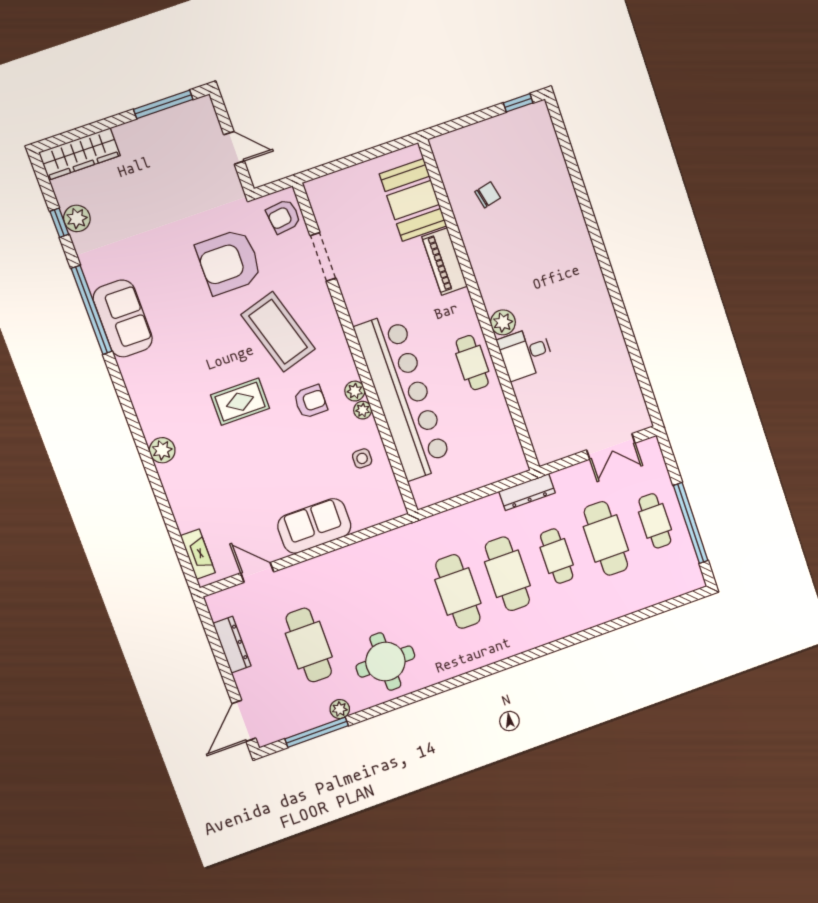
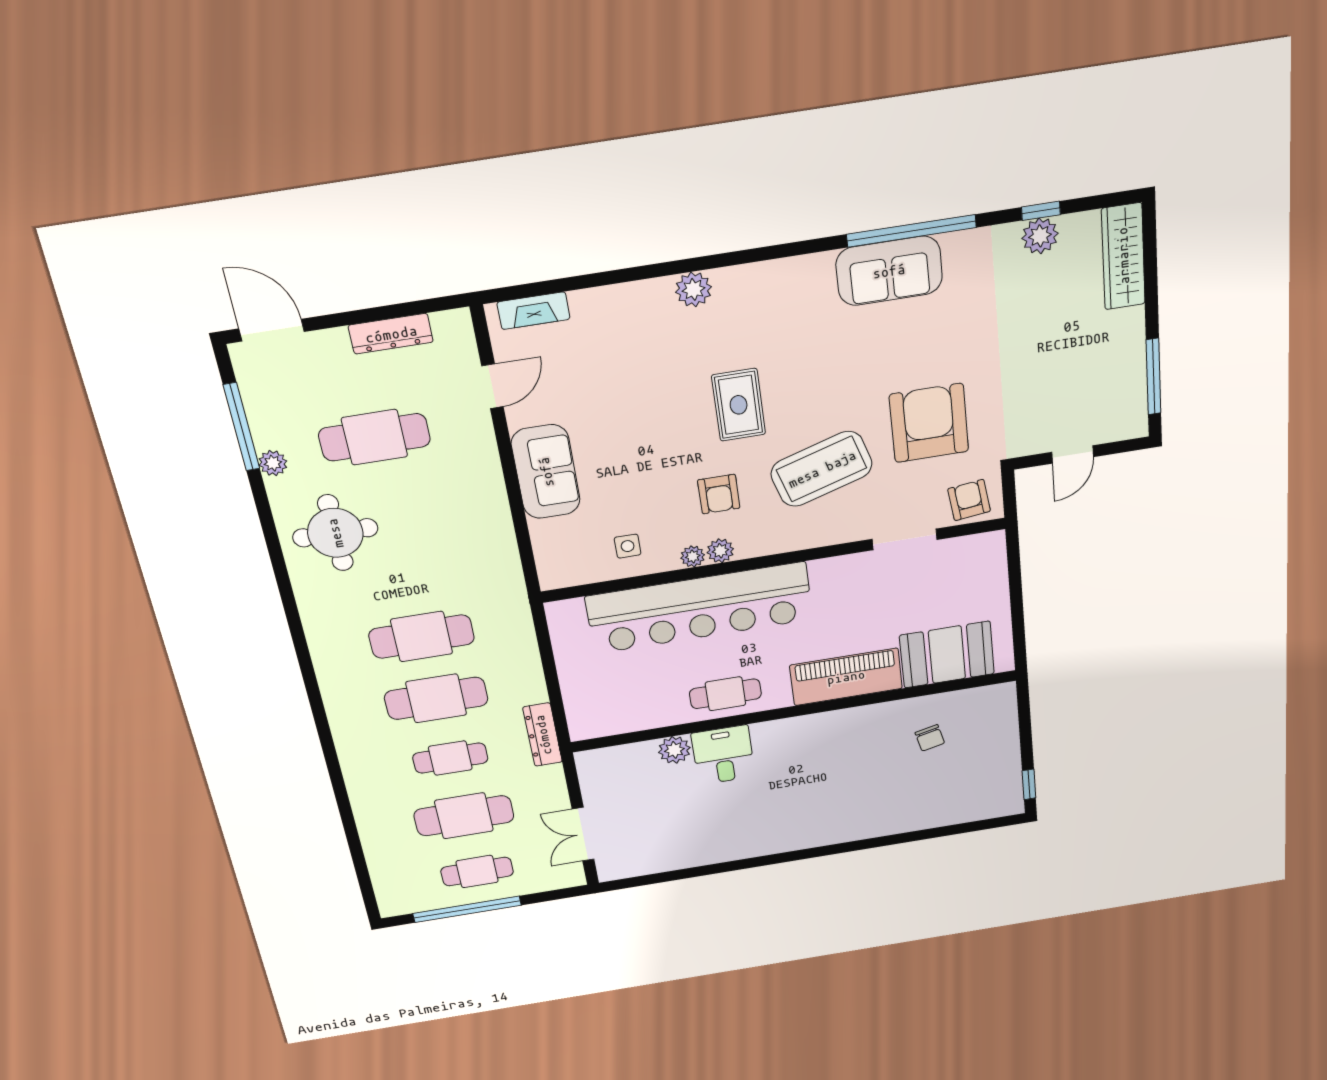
piano: (445, 262) -> (846, 677), width x1.37, depth x1.33
plant: (503, 322) -> (674, 750), moved

